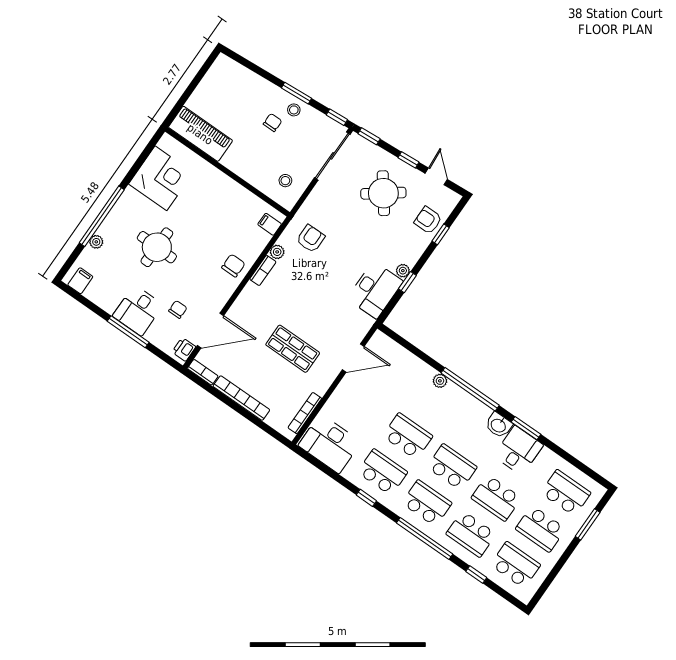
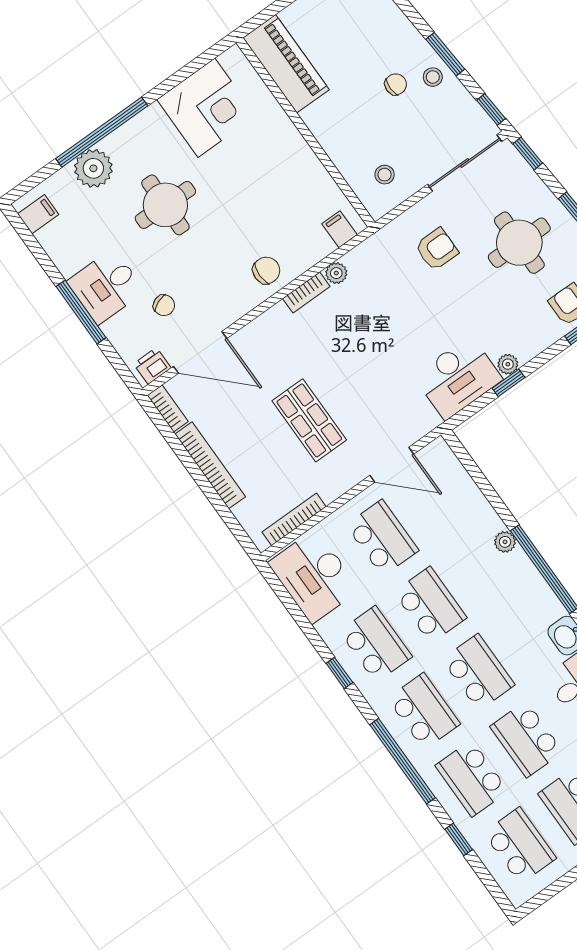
round table: (383, 193) -> (519, 243), turned 37
armchair: (311, 239) -> (437, 249), moved
plant: (96, 242) -> (93, 168), width x1.87, depth x1.87
chair: (178, 309) -> (164, 305), turned 68
school desk: (363, 405) -> (382, 538), added

